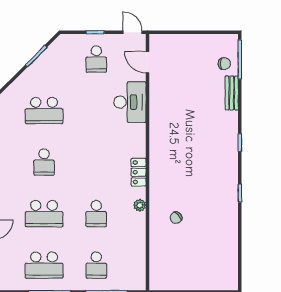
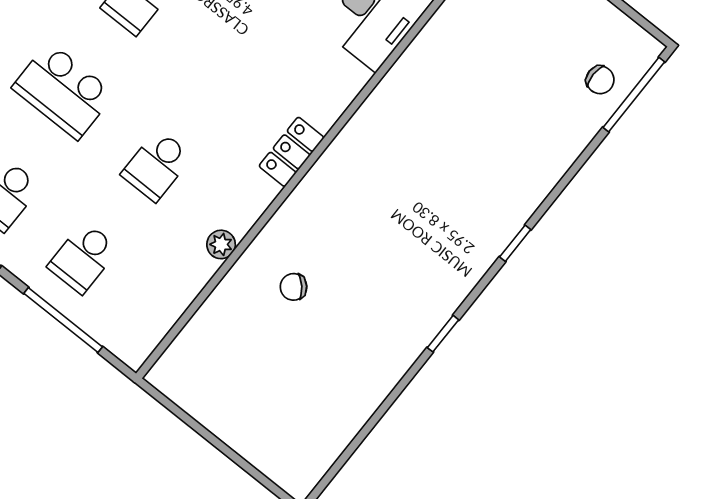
bench: (232, 93) -> (571, 143), removed
plant: (140, 205) -> (221, 244), moved

